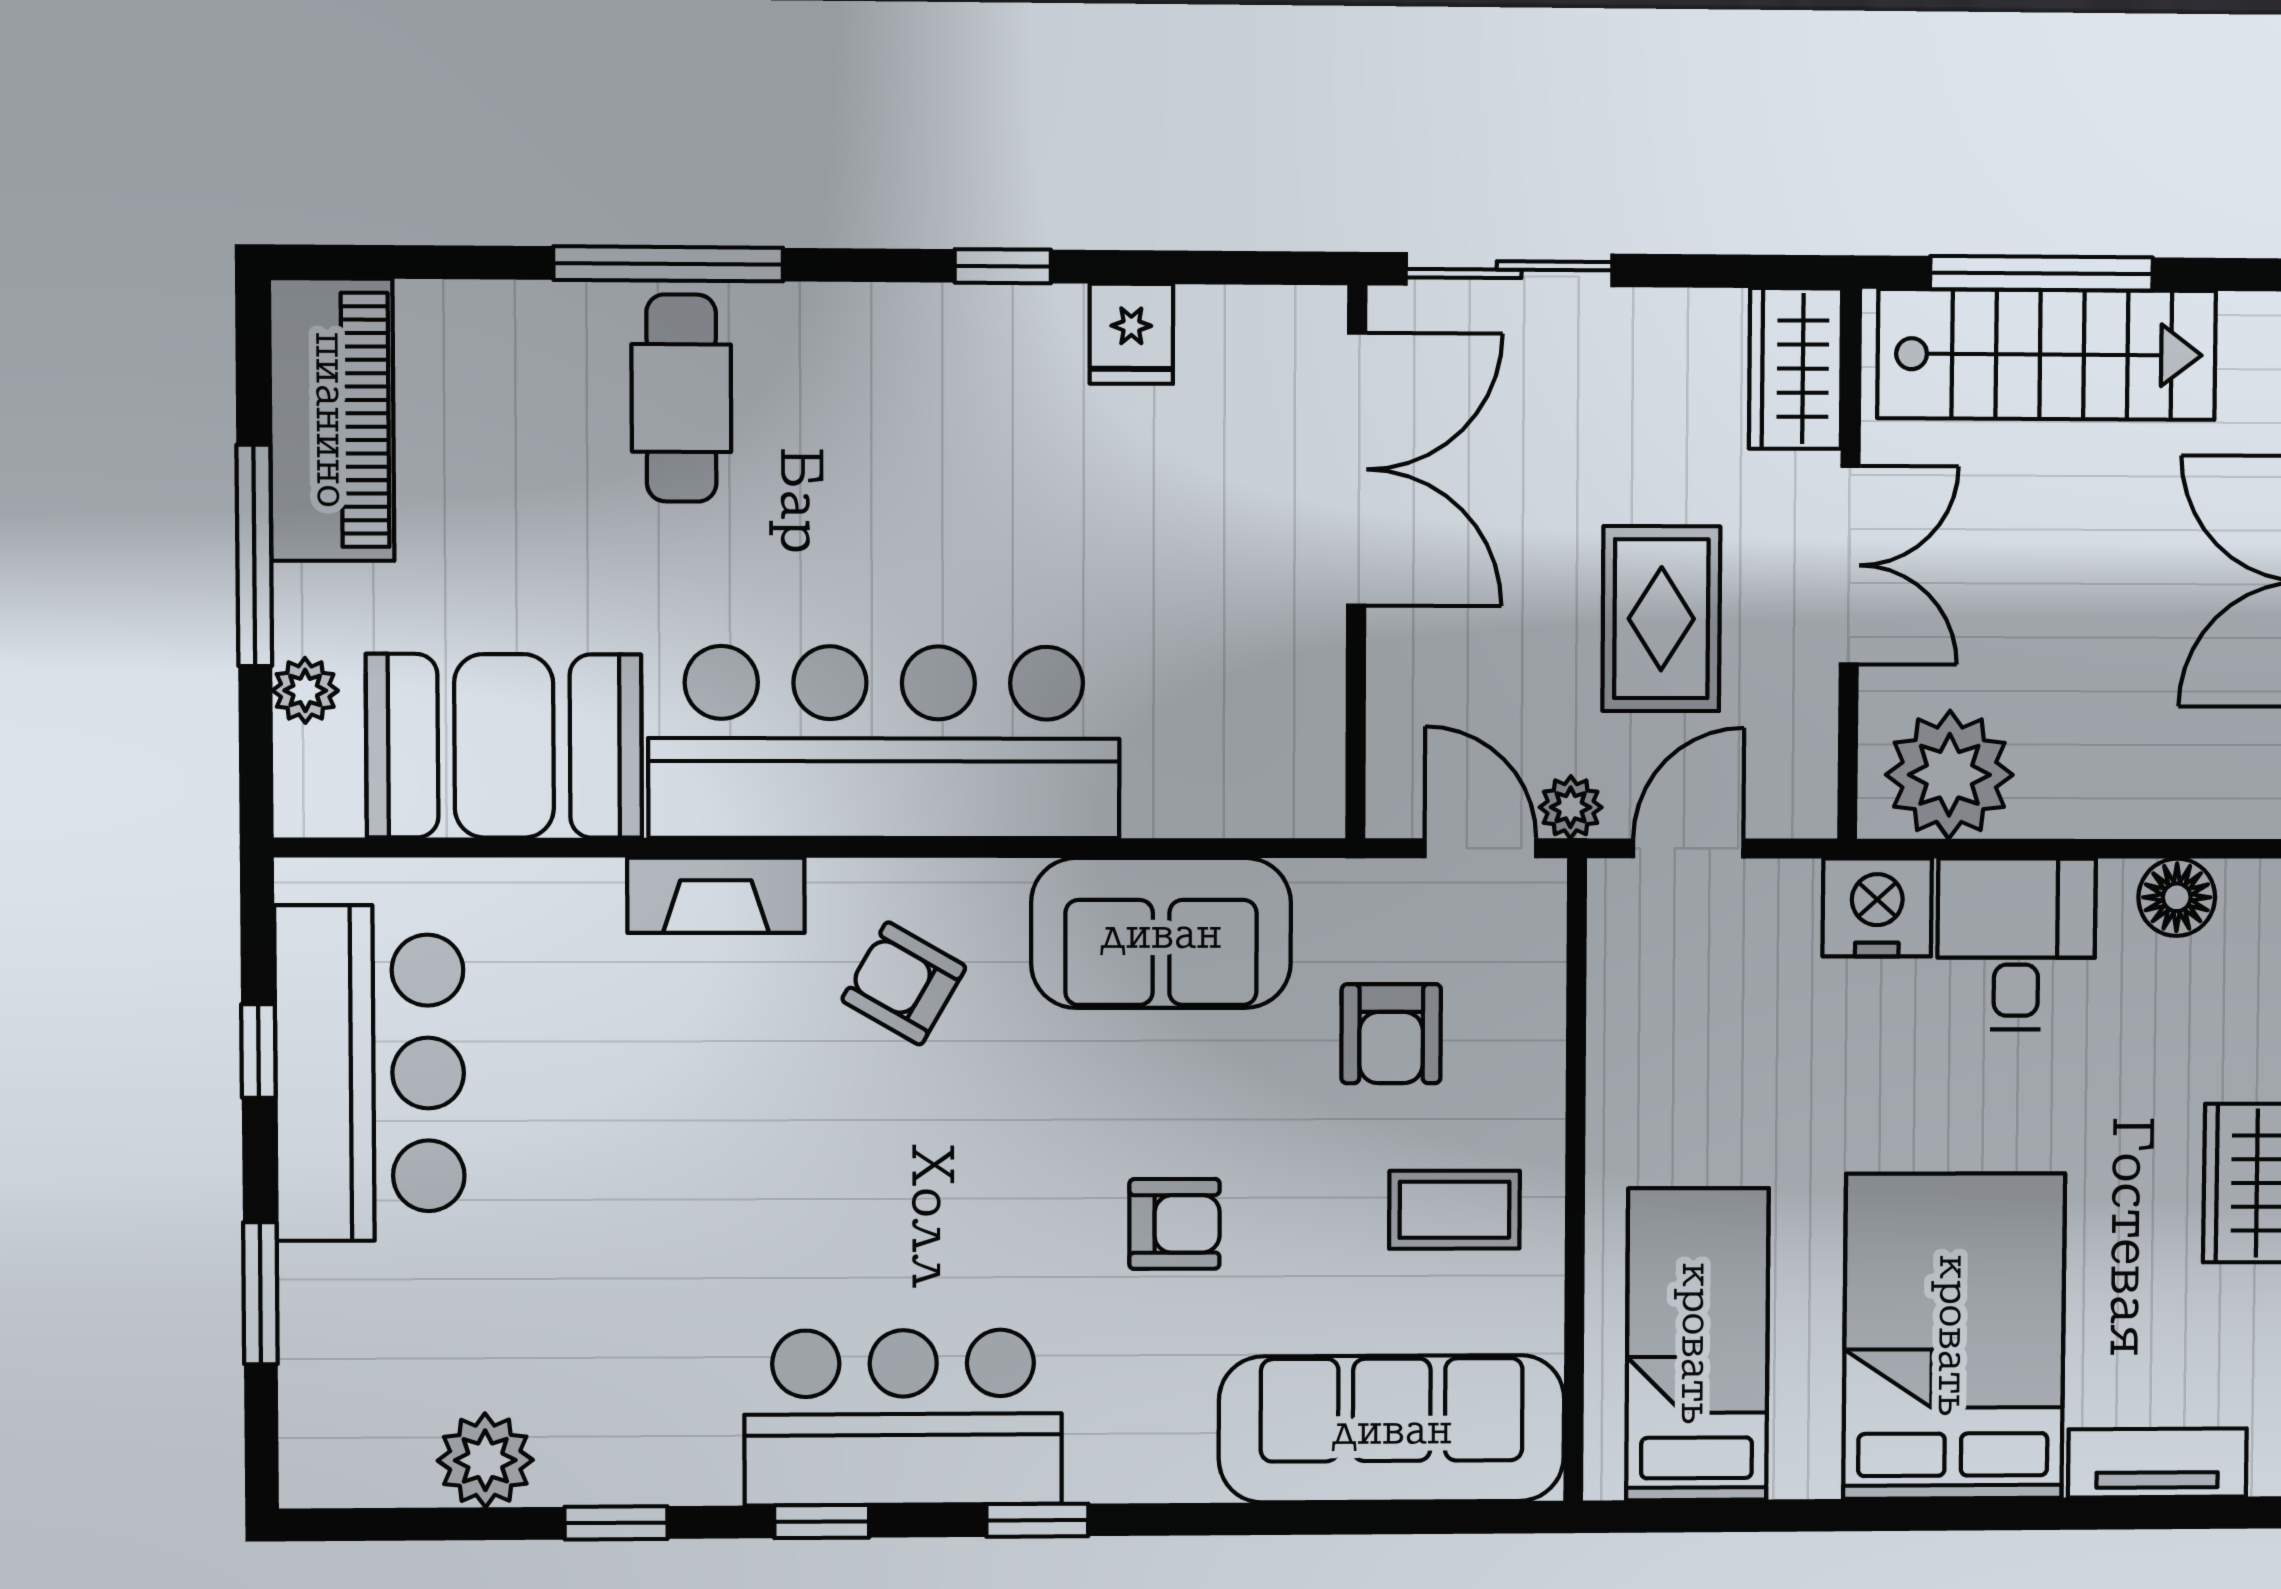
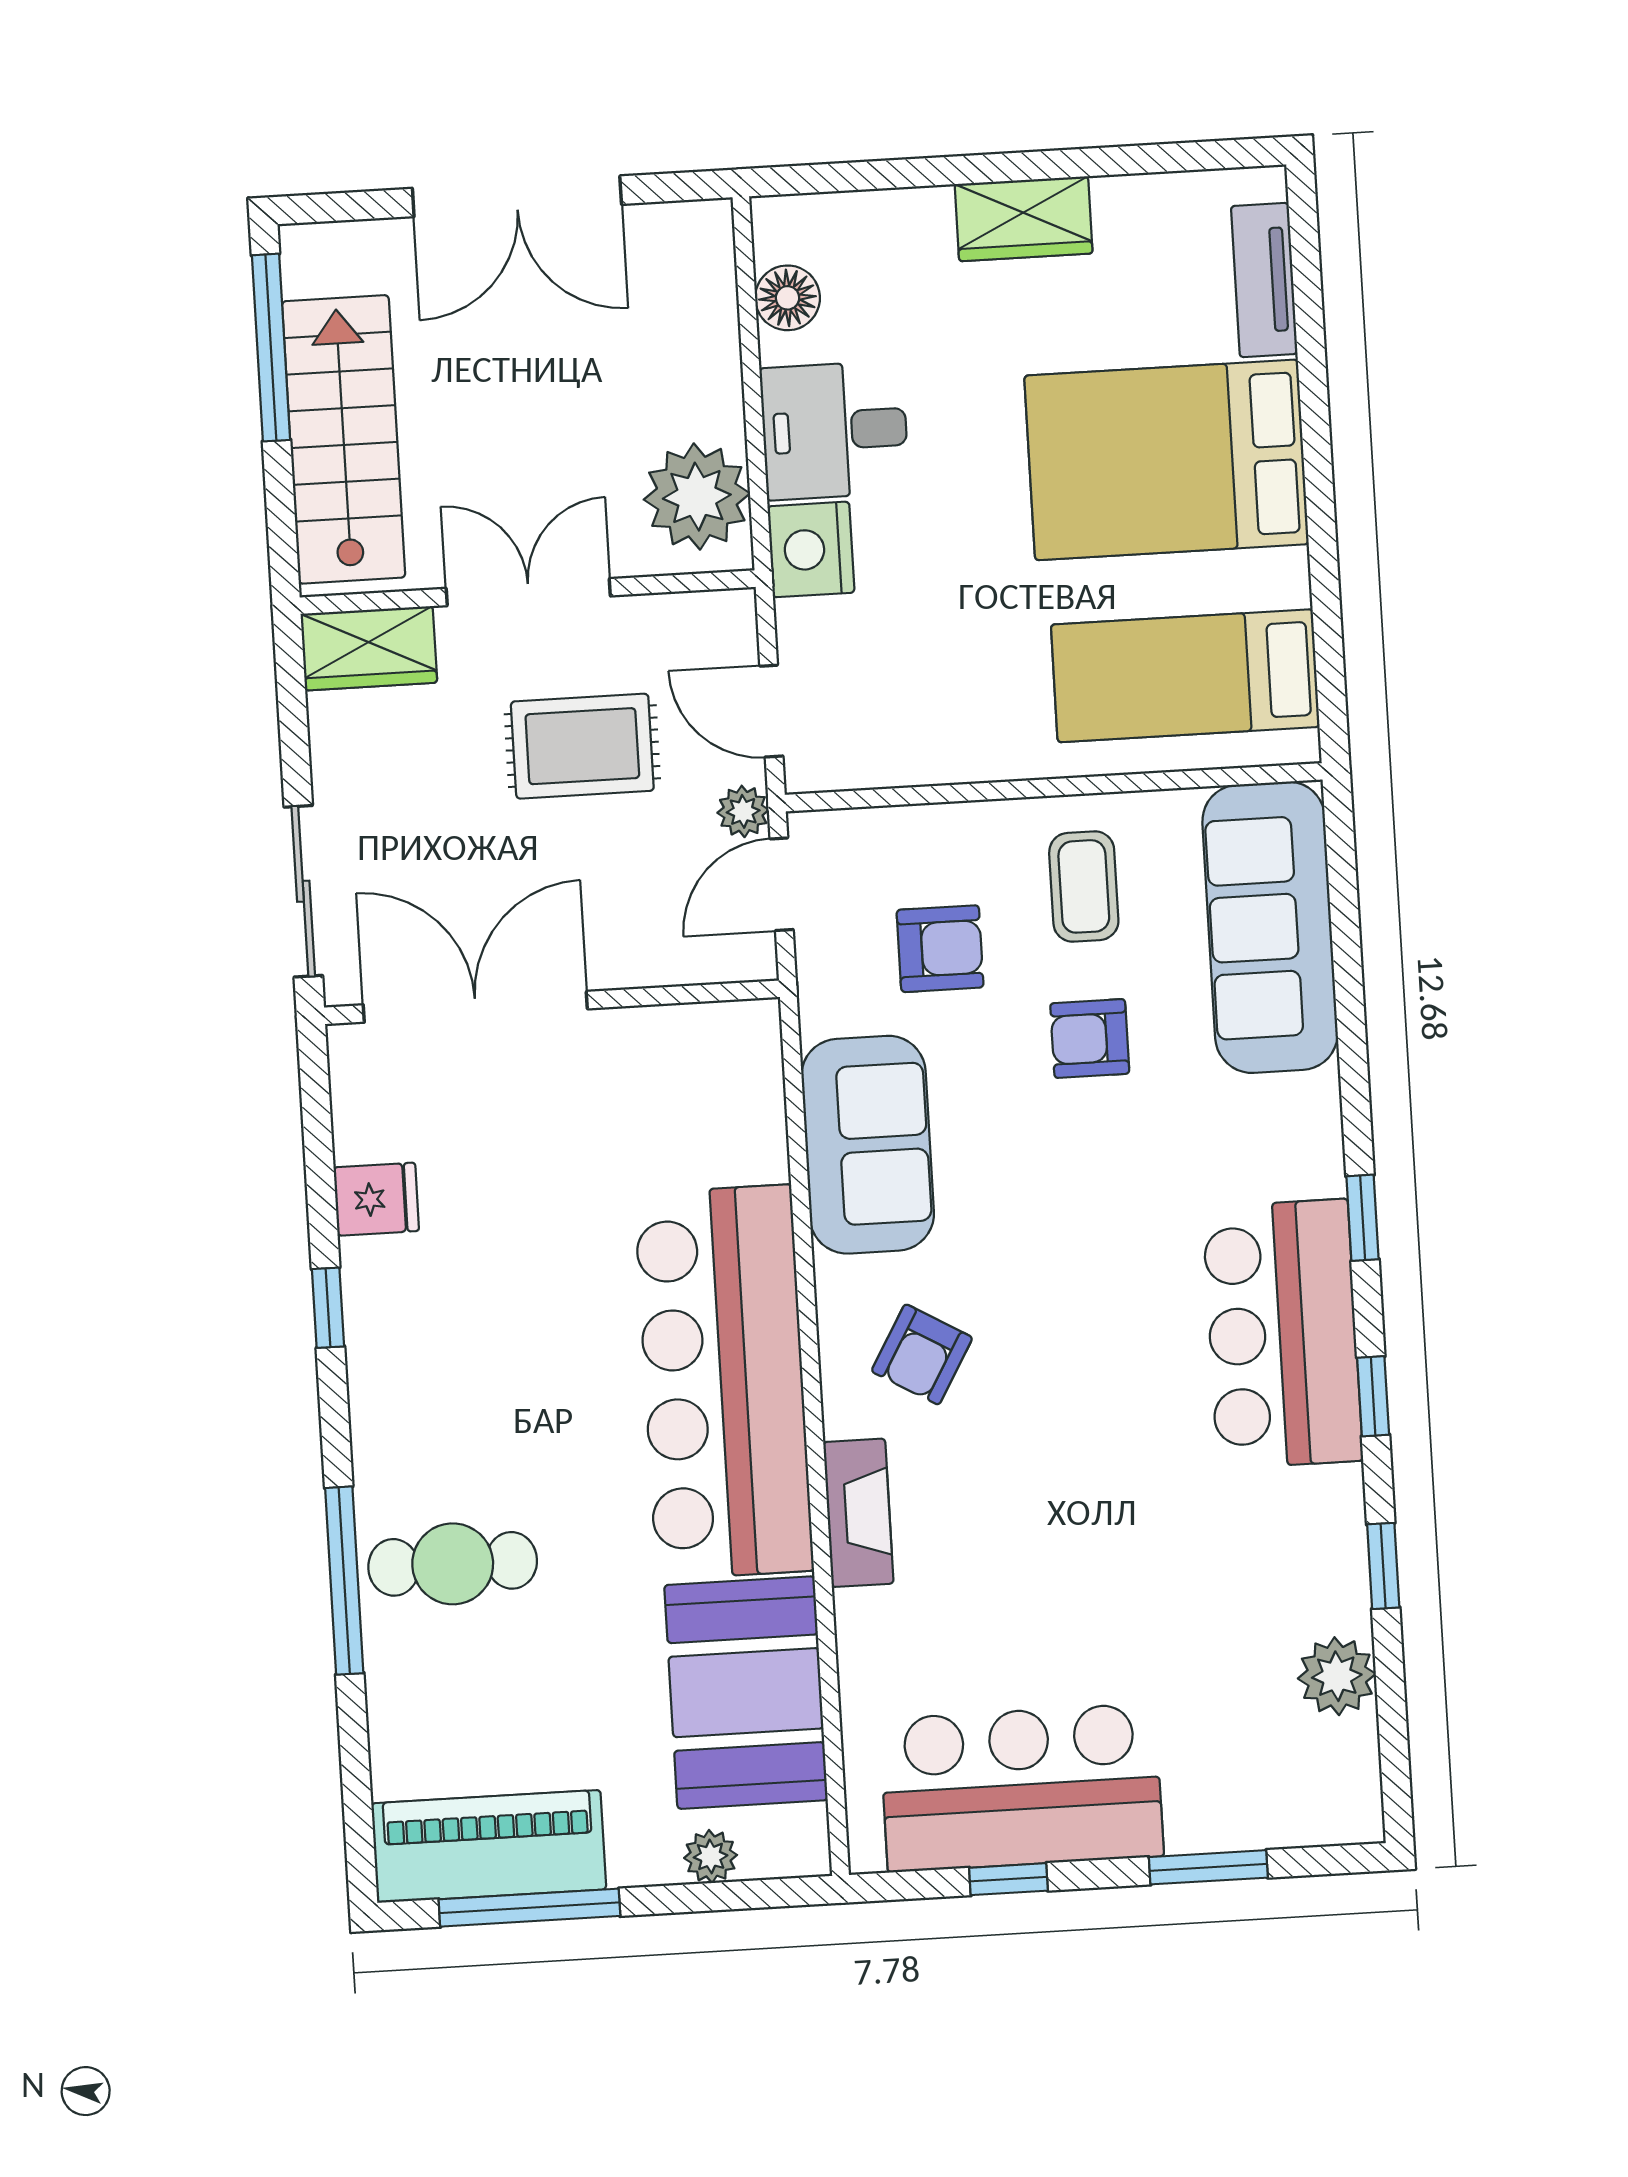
window: (2042, 273) -> (271, 348), moved
window: (254, 555) -> (529, 1908), moved
armchair: (1174, 1224) -> (1090, 1038), moved, turned -90

